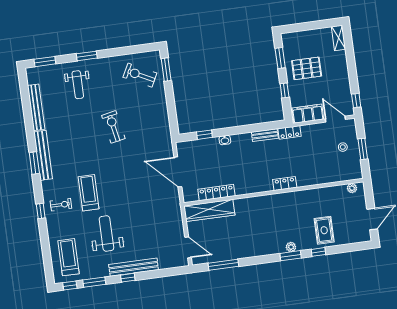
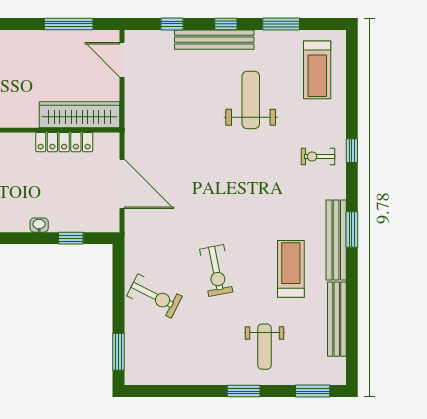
exercise bike: (140, 75) -> (155, 296), moved
weight bench: (78, 85) -> (264, 347), turned 180
treadmill: (89, 193) -> (291, 269), moved, turned 180
weight bench: (106, 233) -> (251, 100), turned 180
window: (70, 285) -> (172, 24), moved

